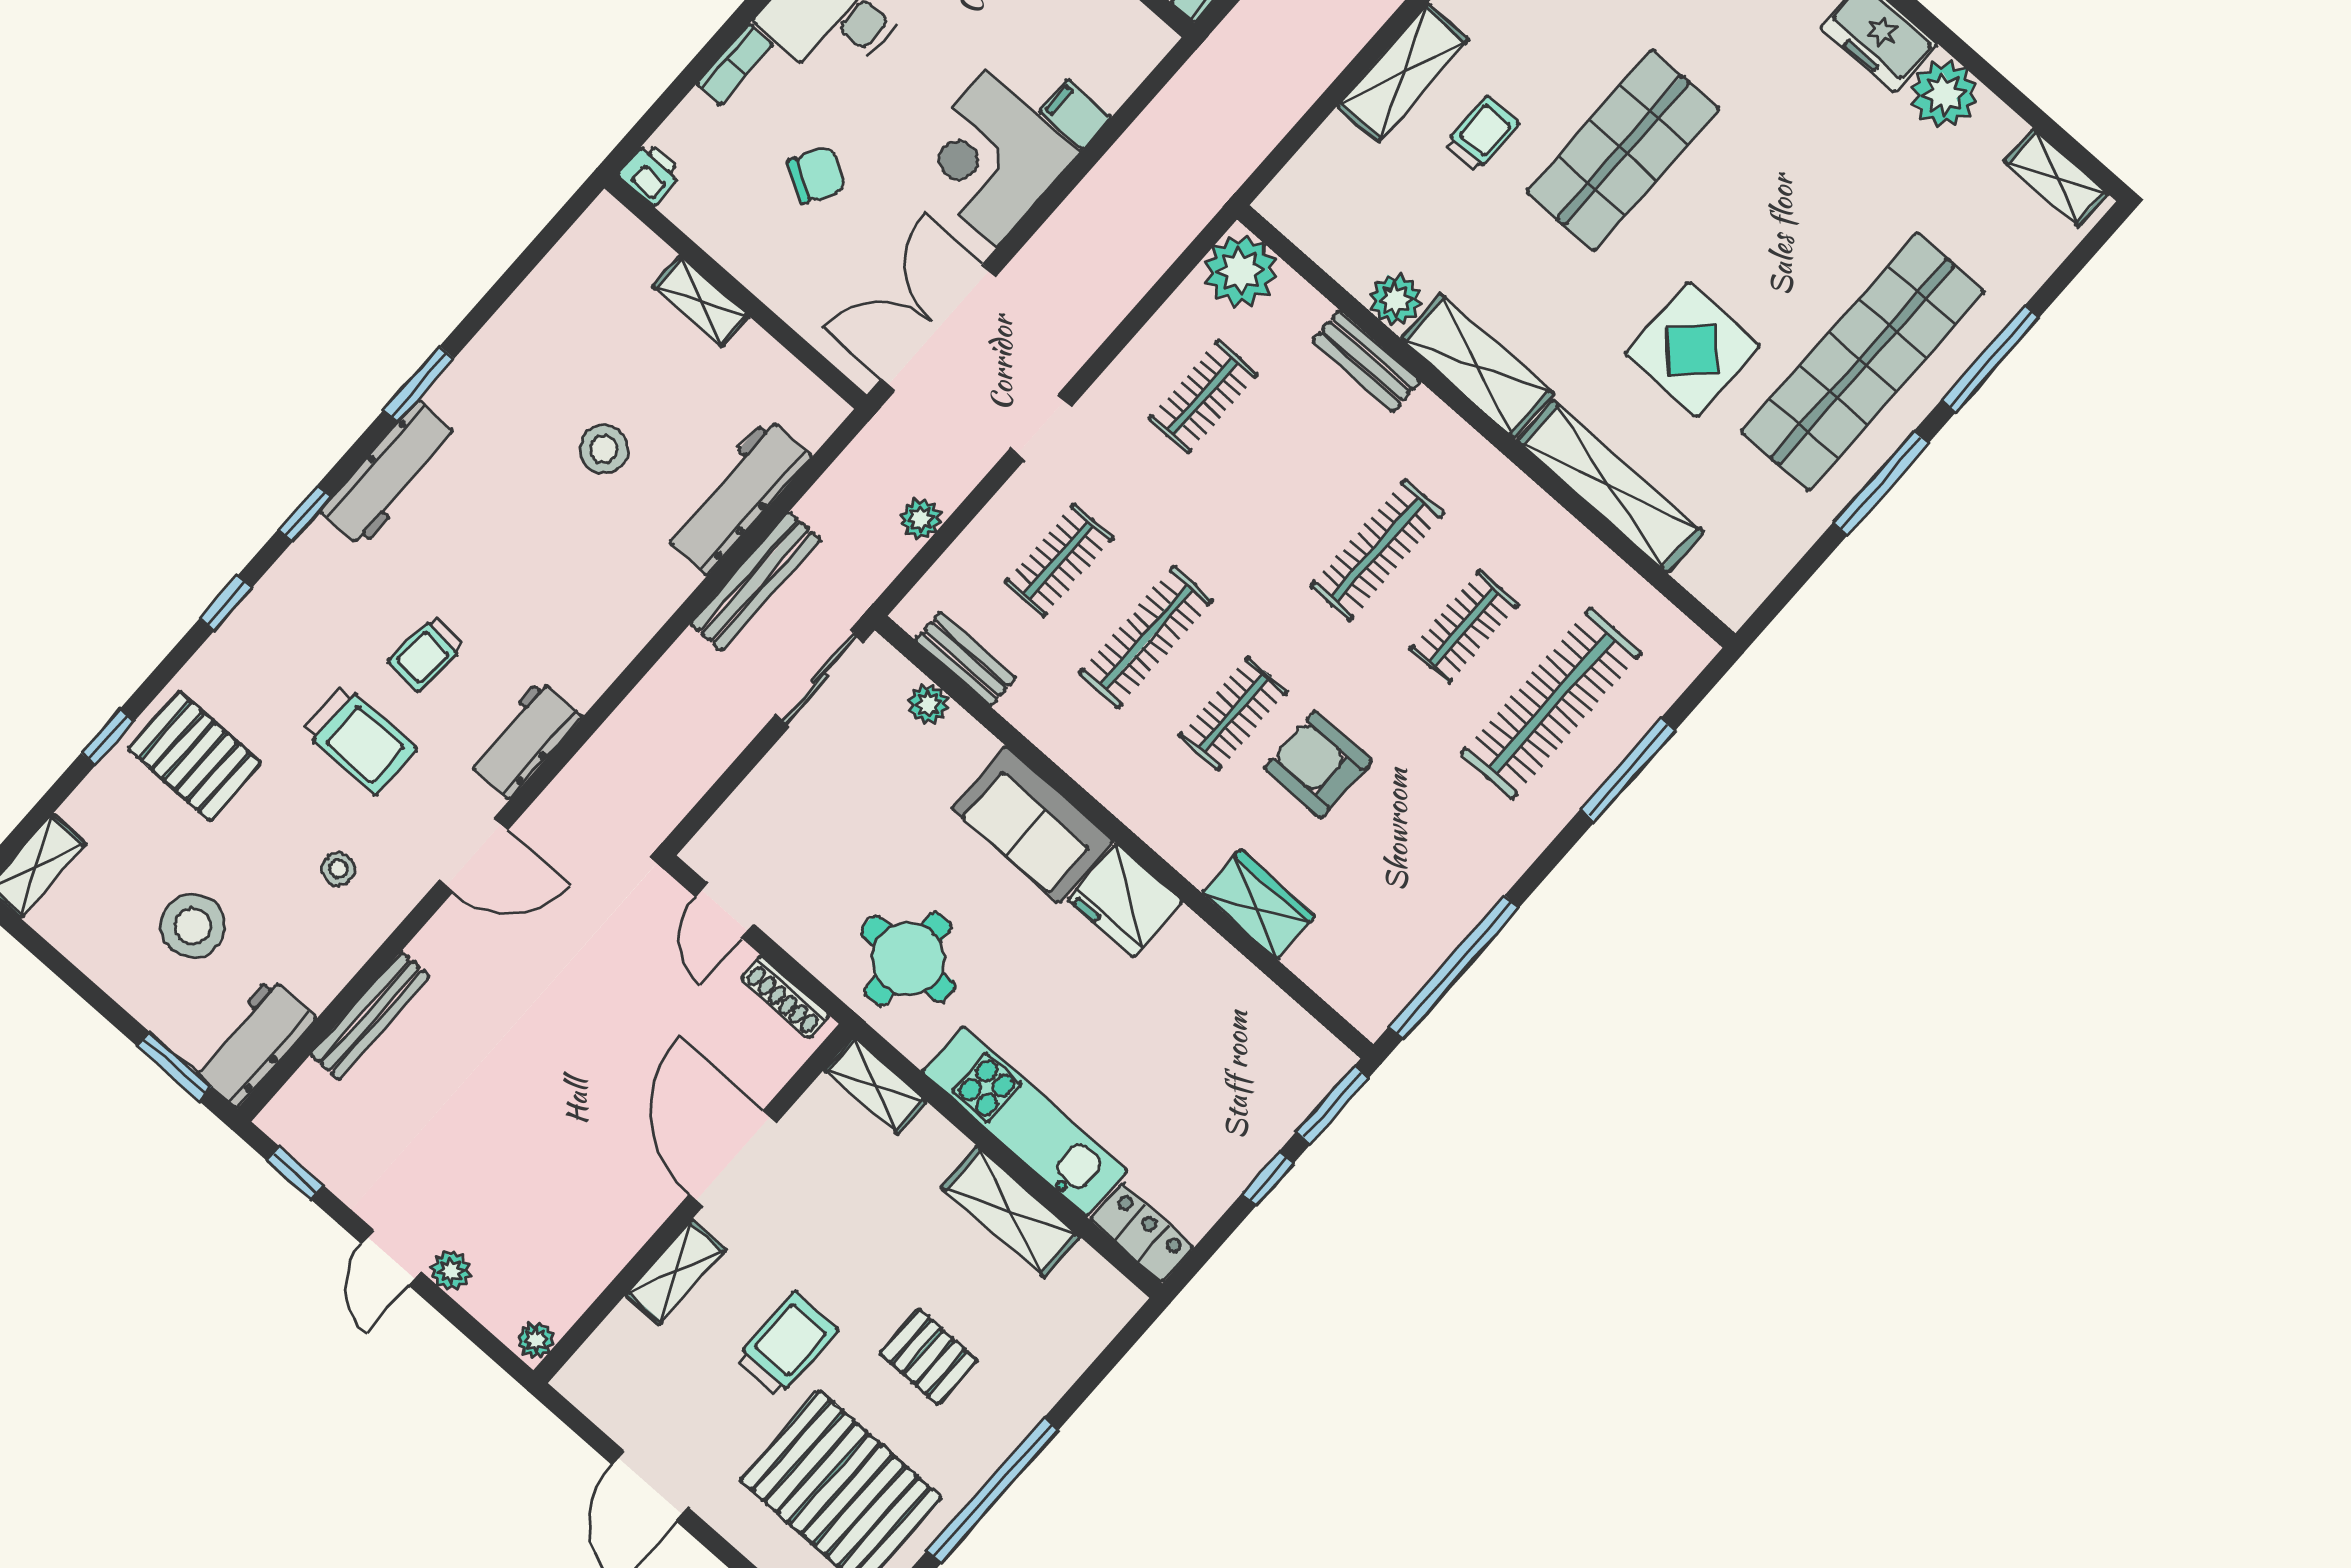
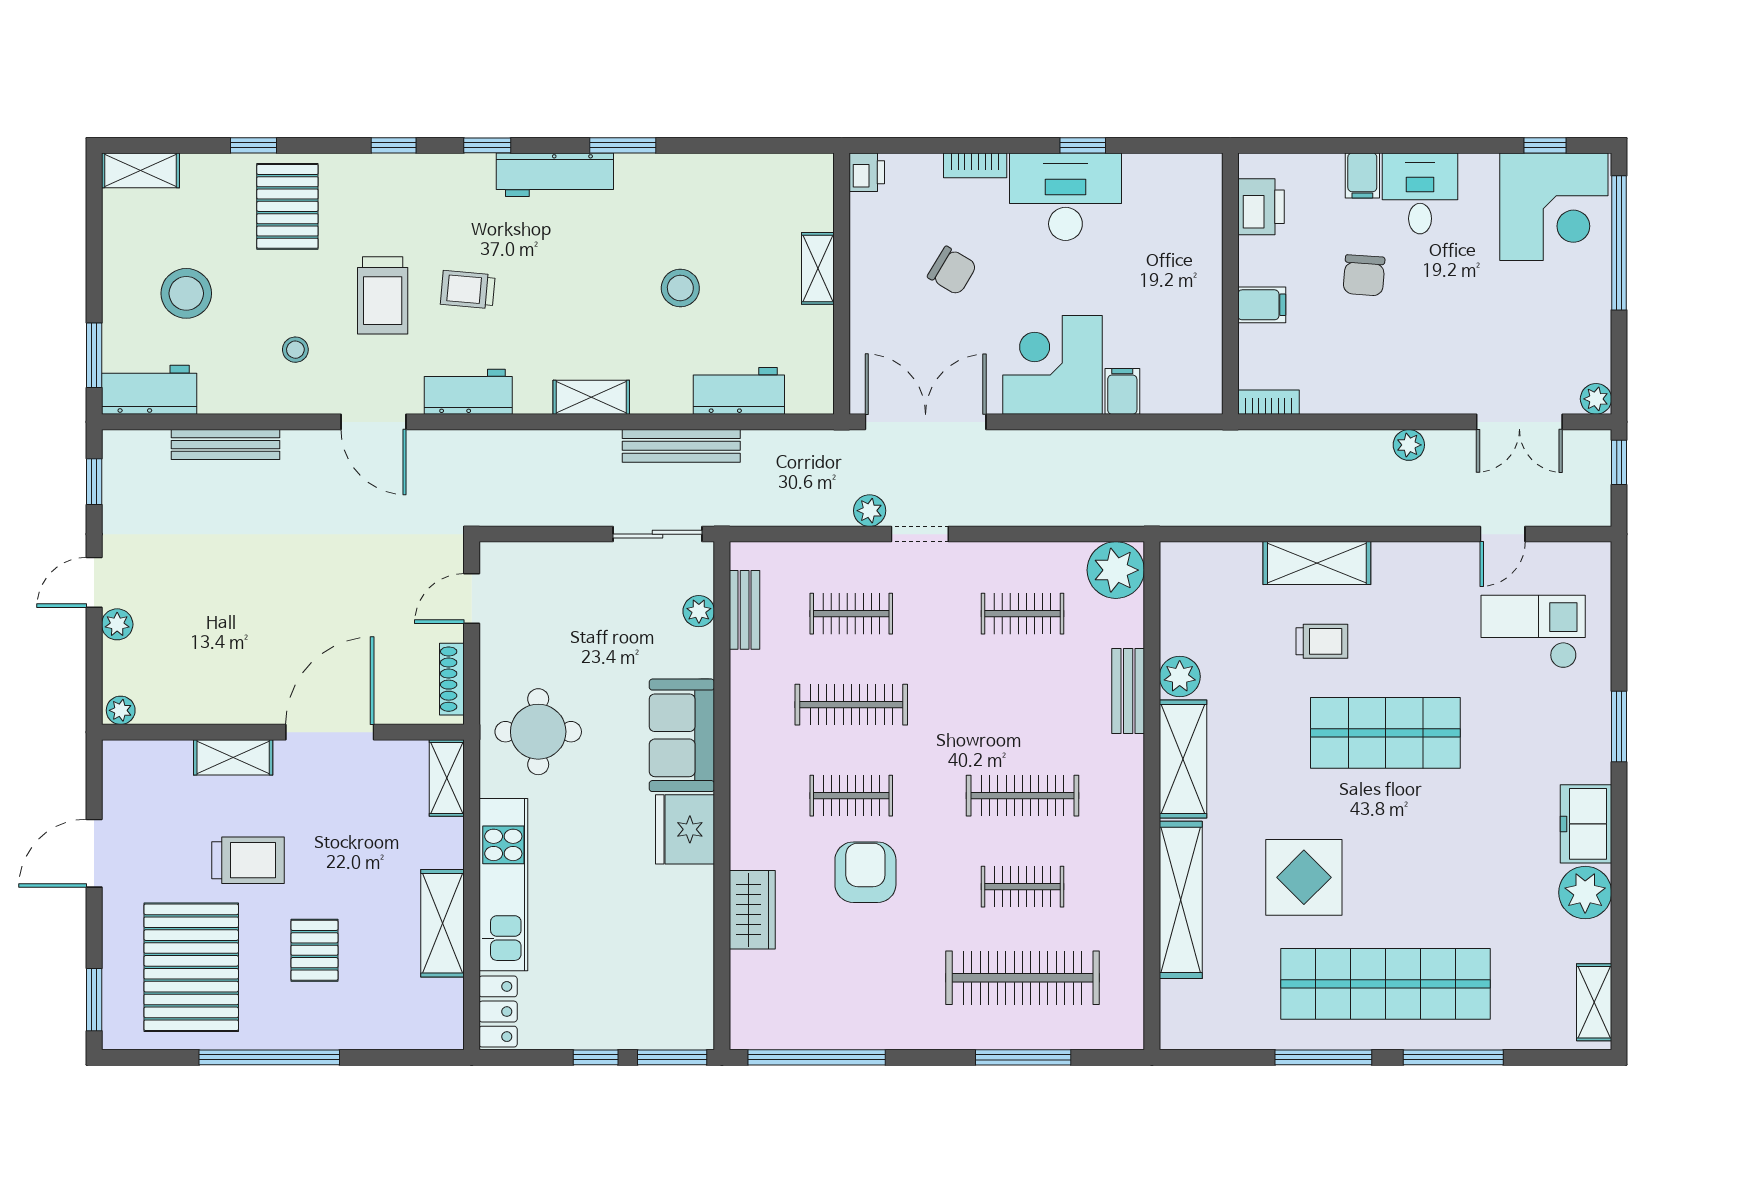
workbench: (737, 496) -> (739, 391), width x0.73
plant: (921, 519) -> (870, 511), moved
shelving: (633, 626) -> (591, 397), added

